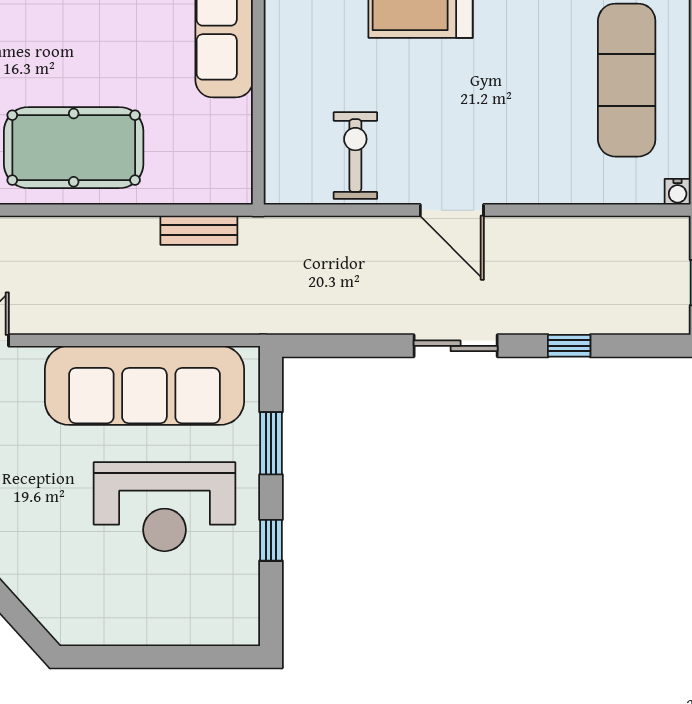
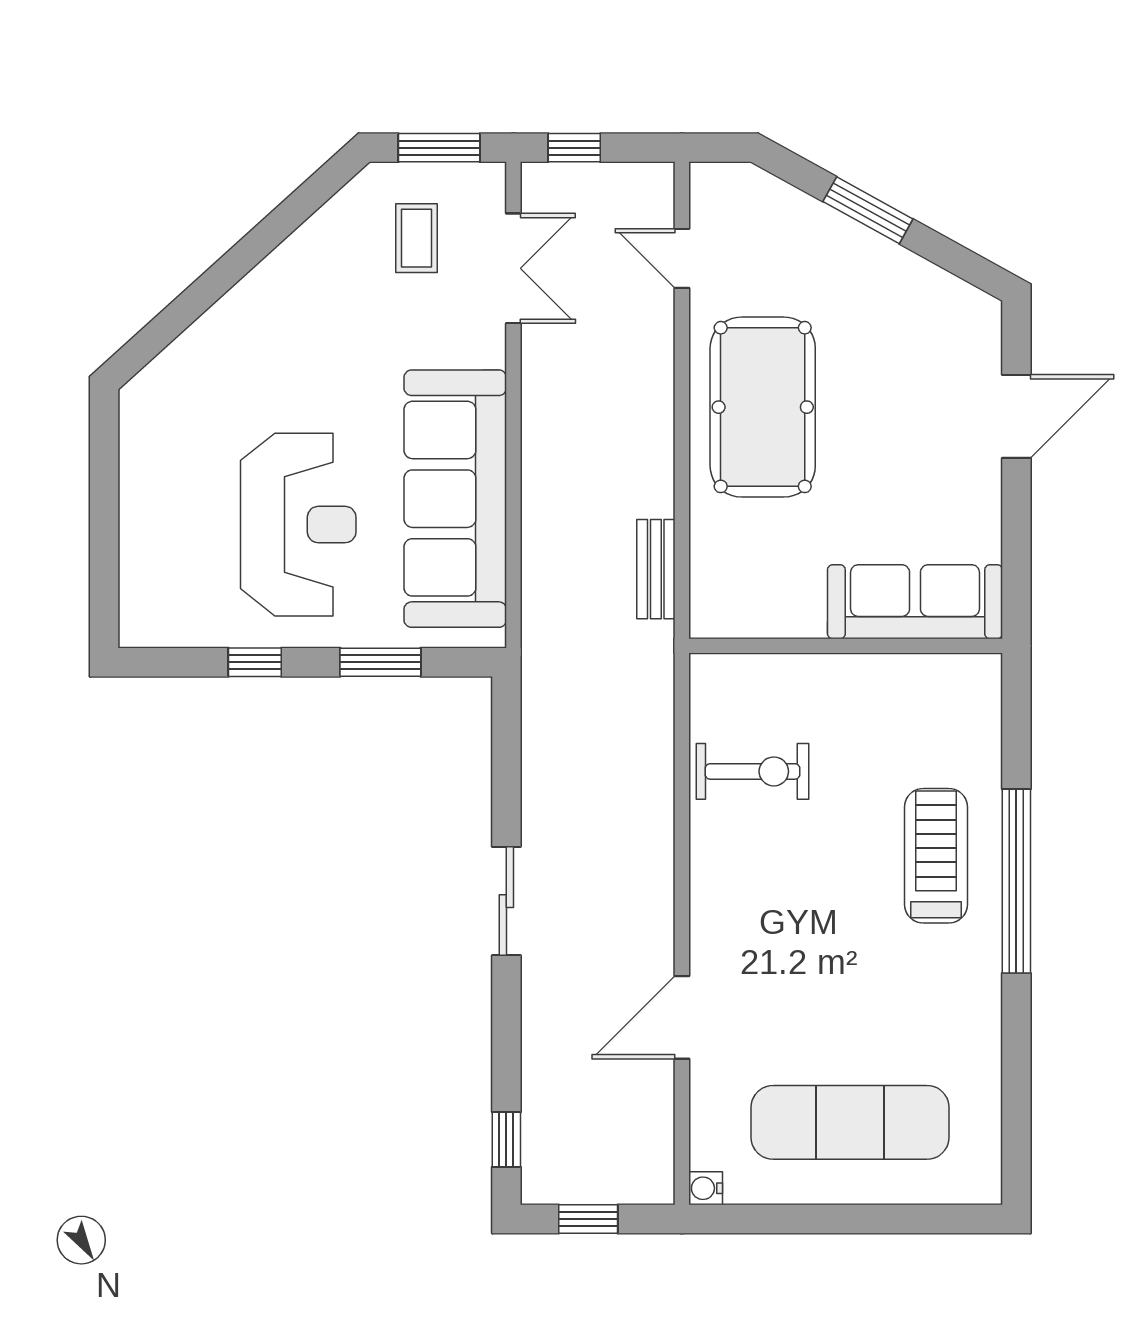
door: (452, 210) -> (682, 1017), moved
window: (569, 346) -> (506, 1140), moved
reception desk: (164, 507) -> (298, 525), turned 180

